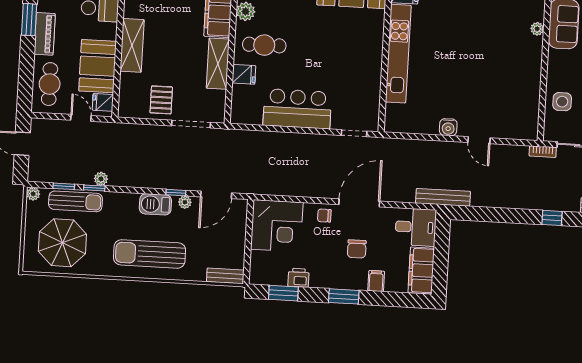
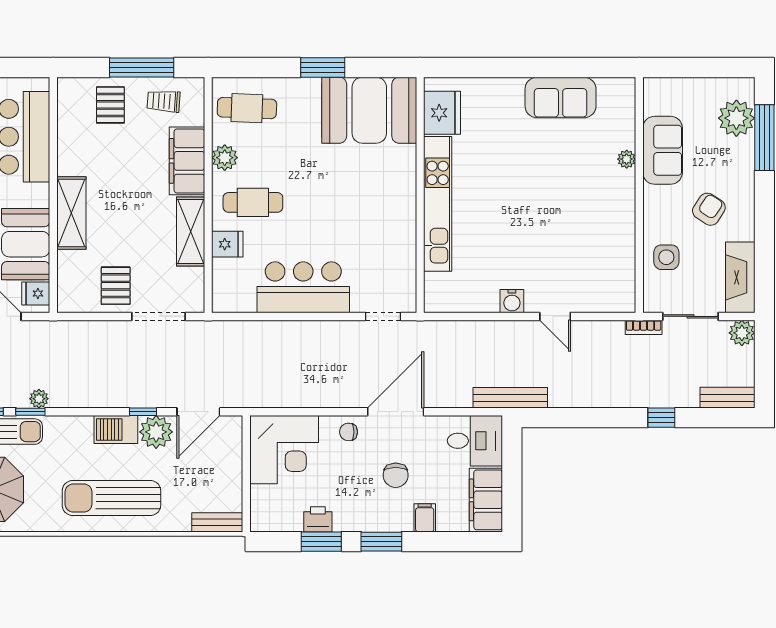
plant: (185, 202) -> (156, 432), width x1.88, depth x1.88
window: (283, 293) -> (321, 542), moved

